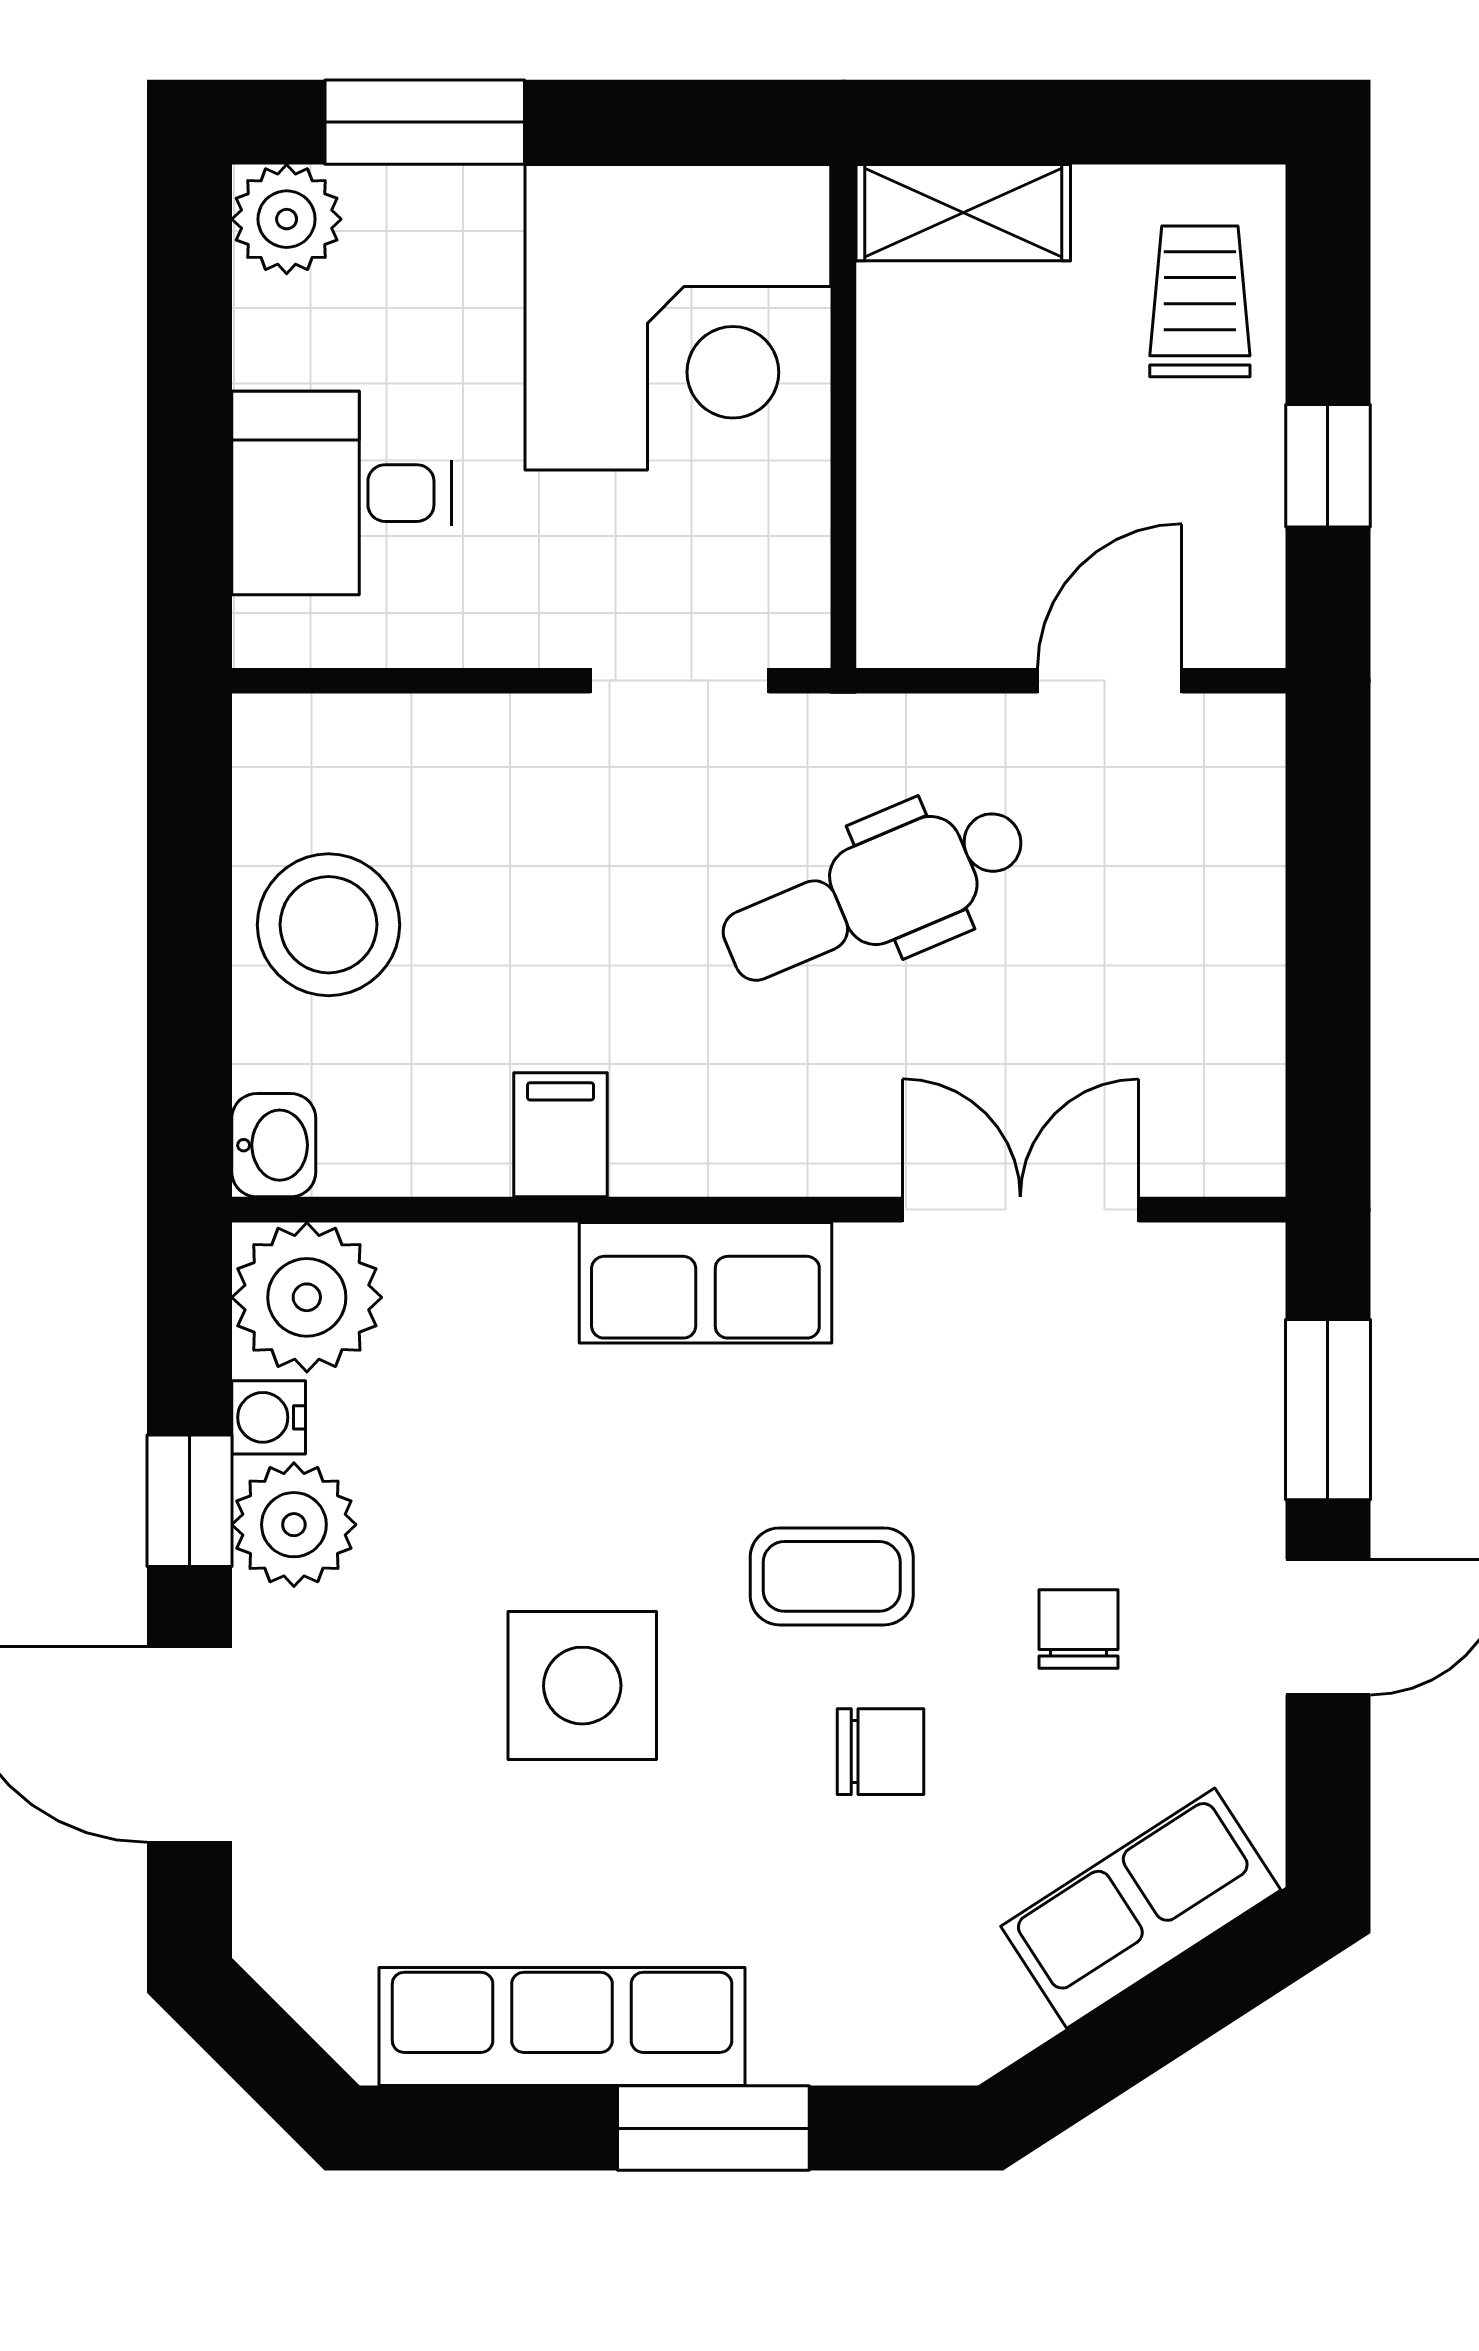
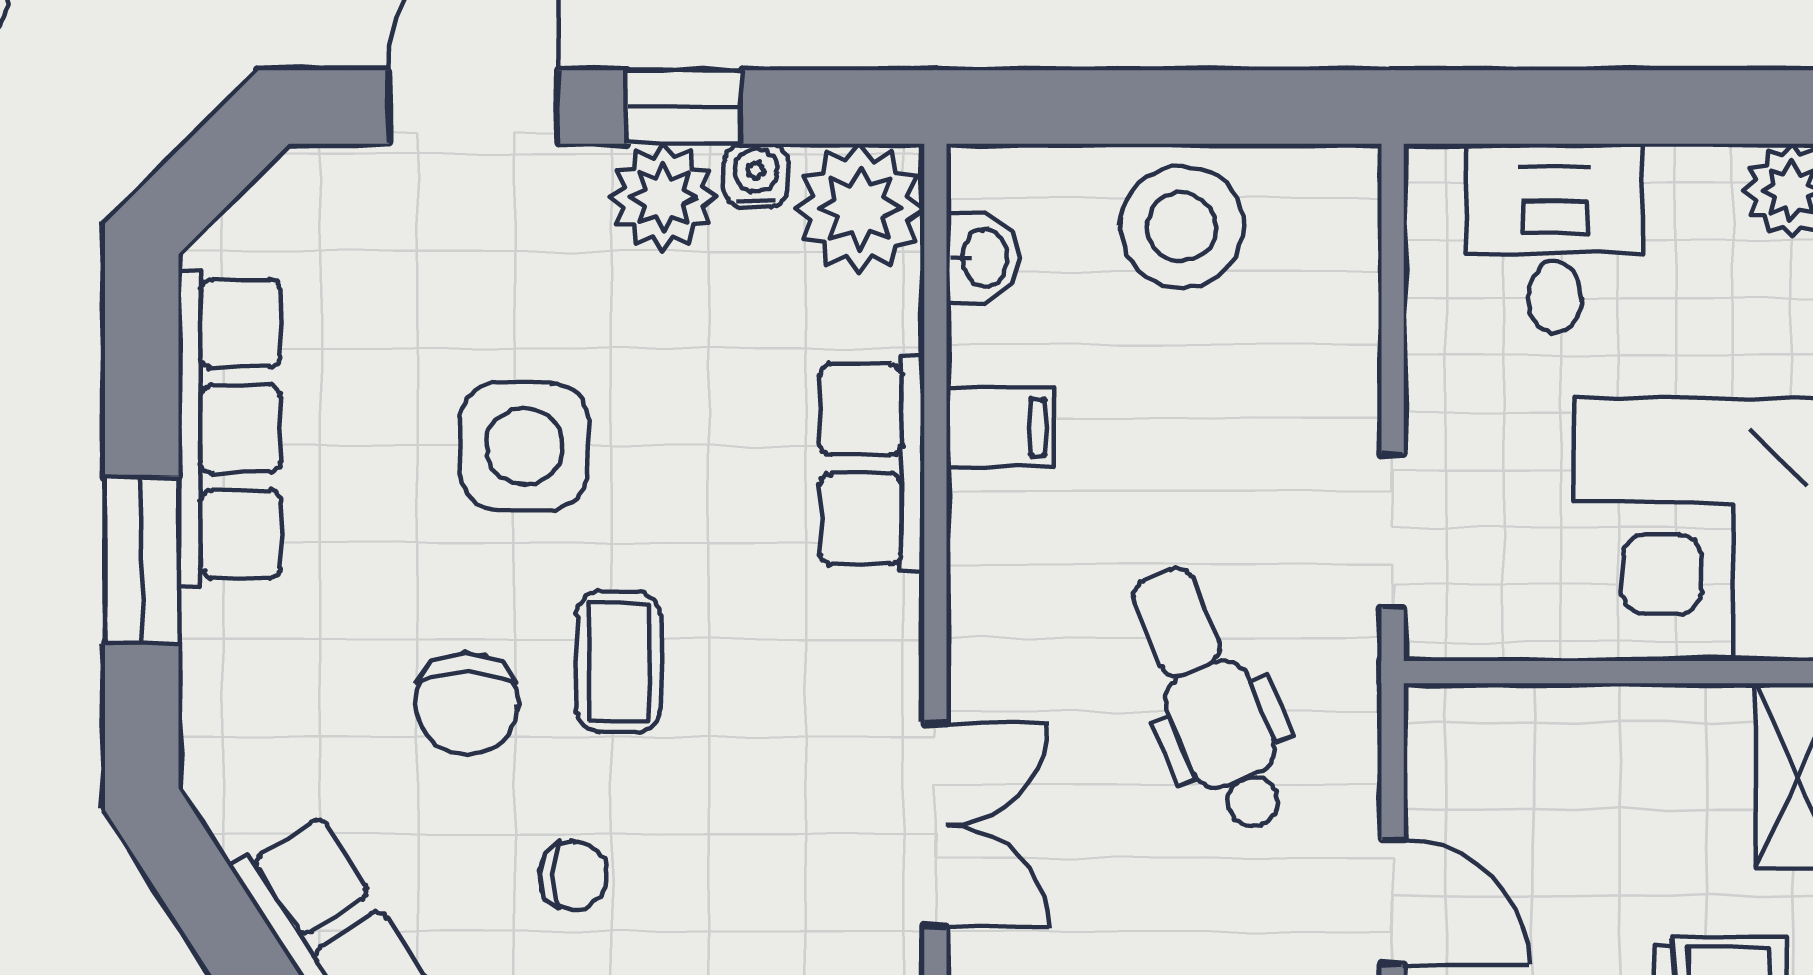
washbasin: (274, 1145) -> (983, 258), moved, turned -90
row of seats: (705, 1283) -> (872, 464), moved
chair: (880, 1752) -> (467, 704), width x1.37, depth x1.37

